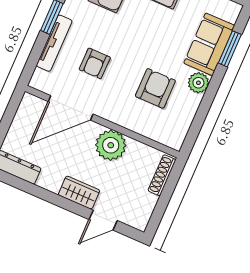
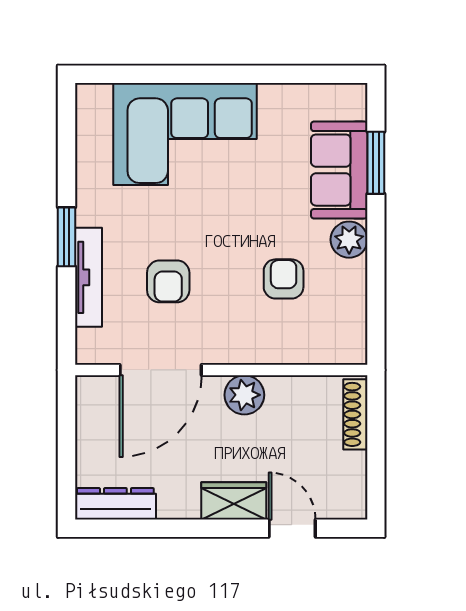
armchair: (155, 88) -> (284, 279), width x0.72, depth x0.72
plant: (111, 145) -> (244, 395), width x0.73, depth x0.73
door: (103, 220) -> (292, 528), swing flipped

